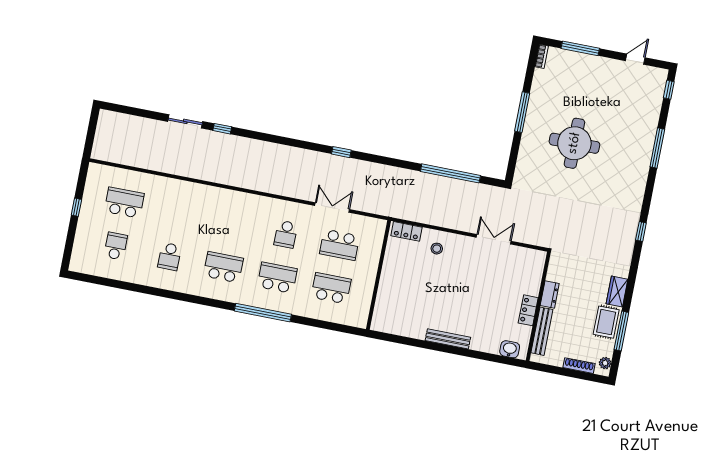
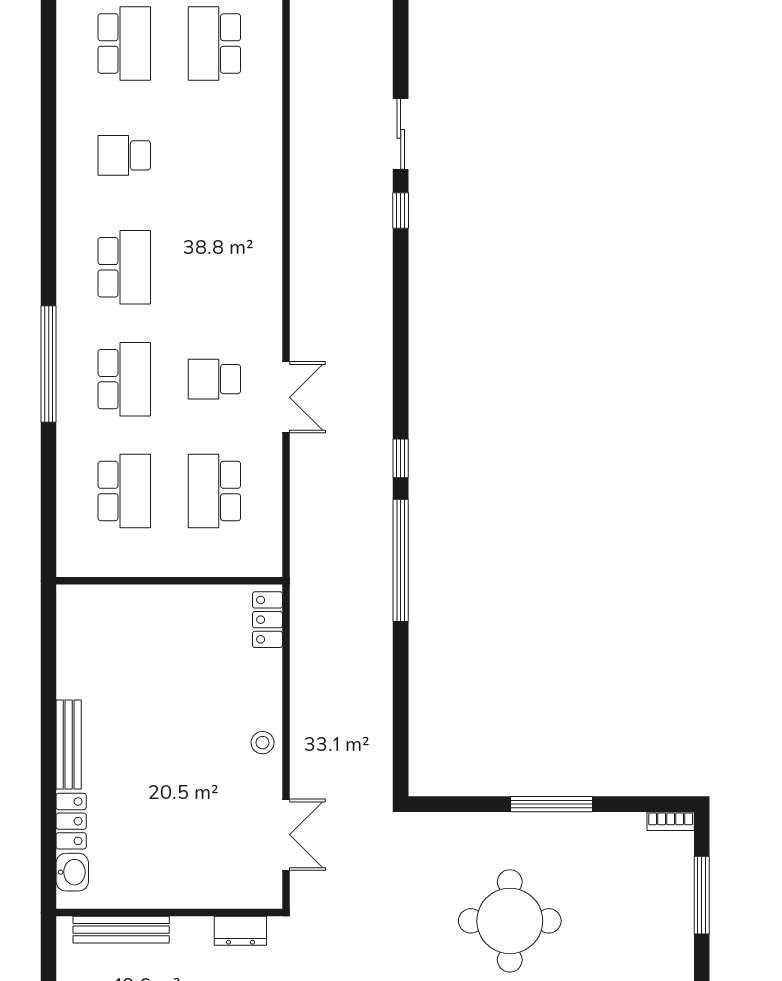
window: (450, 173) -> (401, 560), moved
school desk: (124, 203) -> (214, 44), turned 180
double door: (332, 208) -> (286, 397), moved
double door: (494, 239) -> (286, 835), moved
school desk: (116, 246) -> (124, 44), width x1.85
stool: (437, 249) -> (263, 743), moved
dresser: (550, 295) -> (240, 931), moved
locker: (528, 310) -> (71, 821), moved, turned 90

